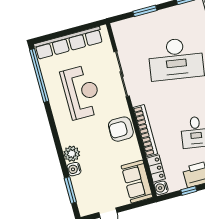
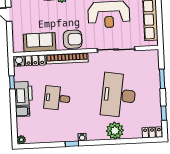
armchair: (121, 129) -> (73, 39), turned 90
sofa: (137, 182) -> (40, 42), moved

